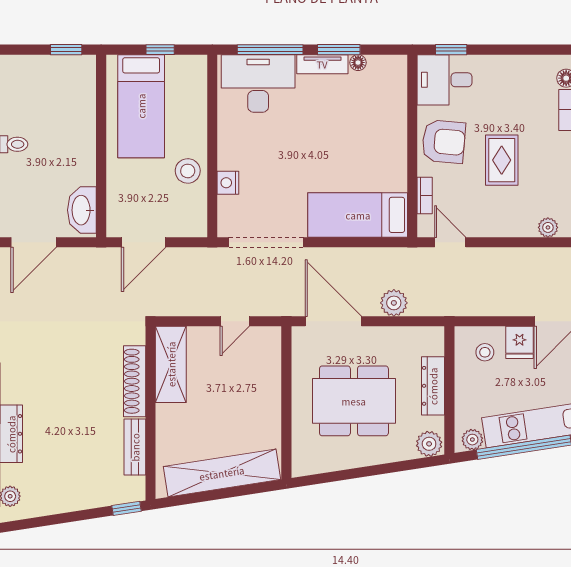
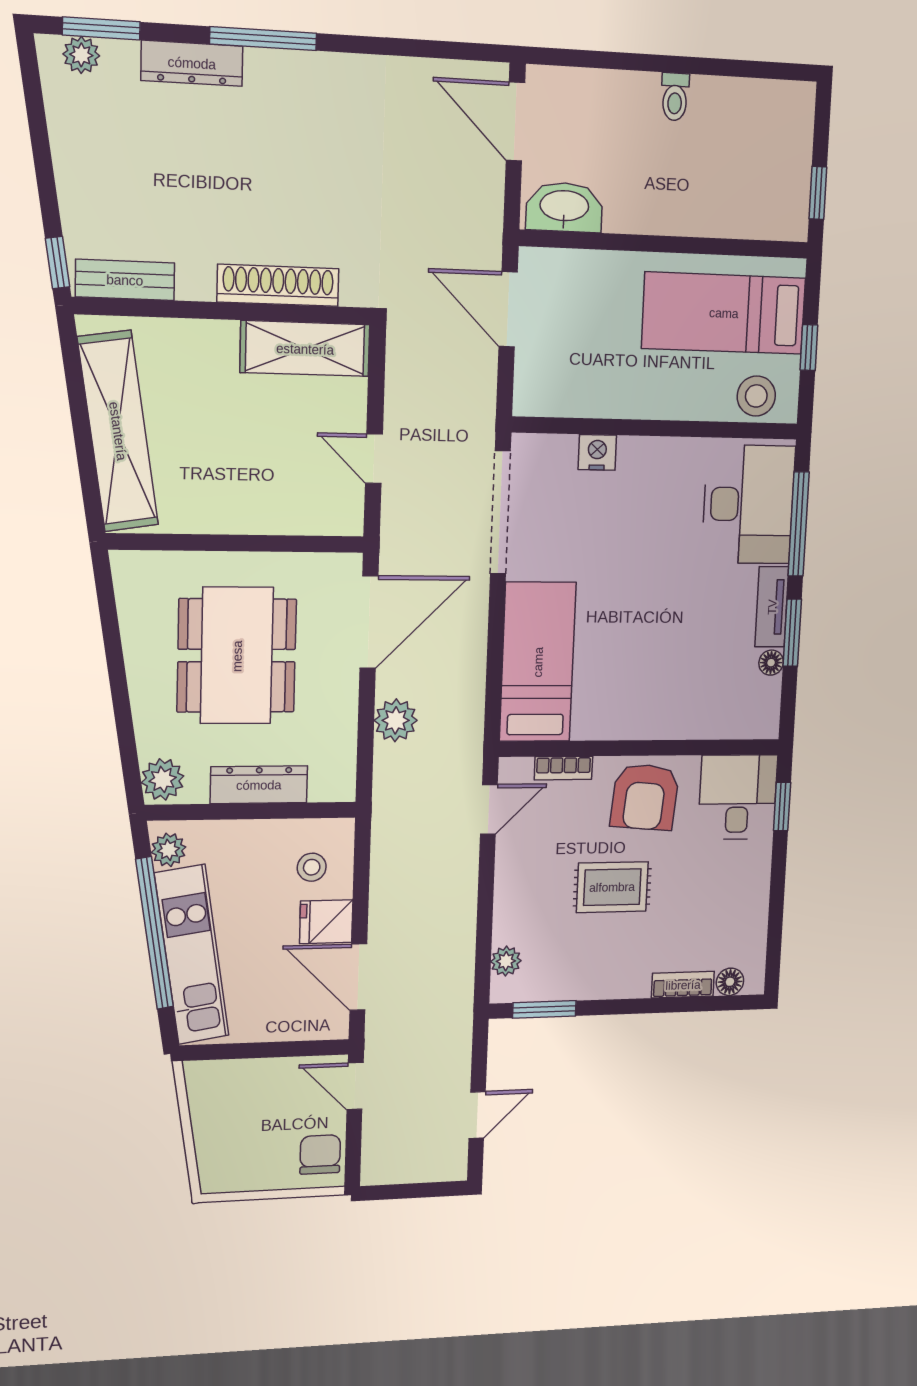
stool: (188, 171) -> (756, 396), moved
bench: (135, 447) -> (125, 280), moved

